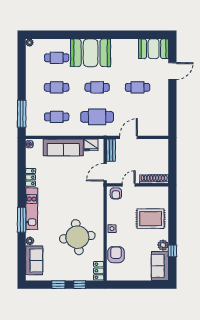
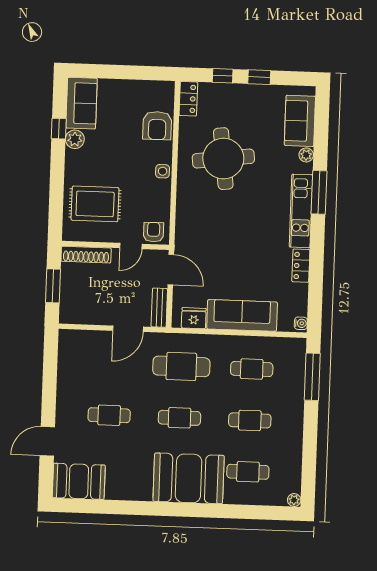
window: (172, 160) -> (53, 286), added
door: (105, 172) -> (171, 270), hinge flipped
rug: (151, 219) -> (95, 204), moved

